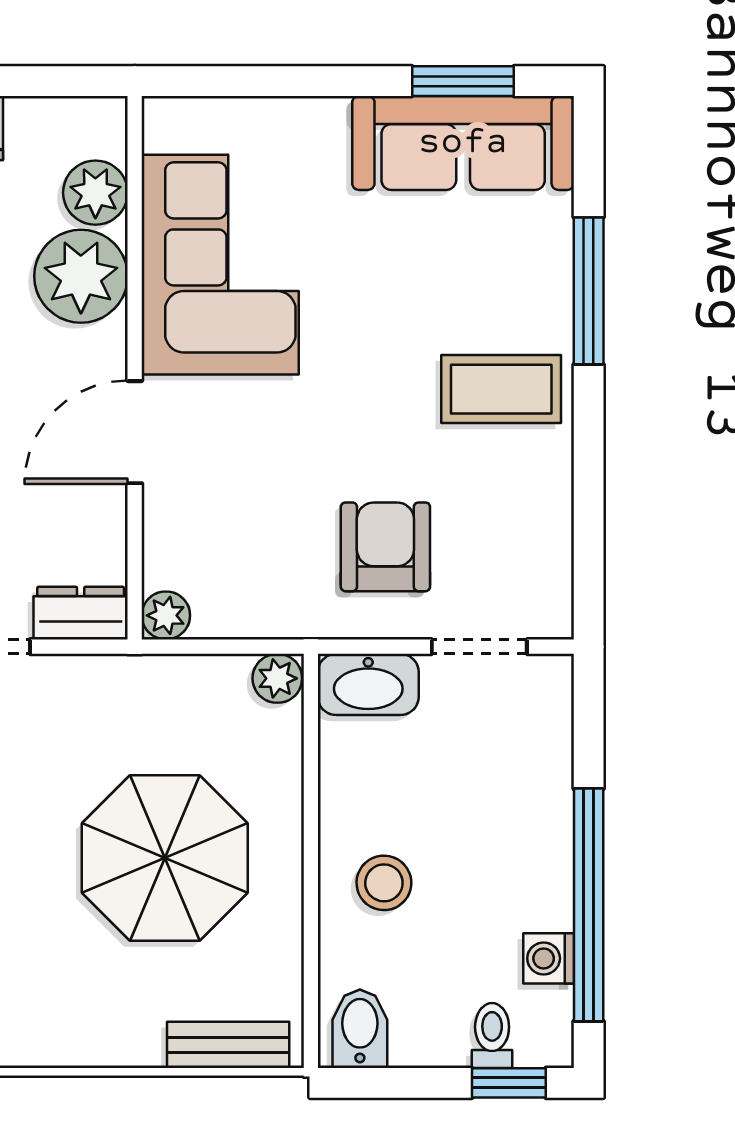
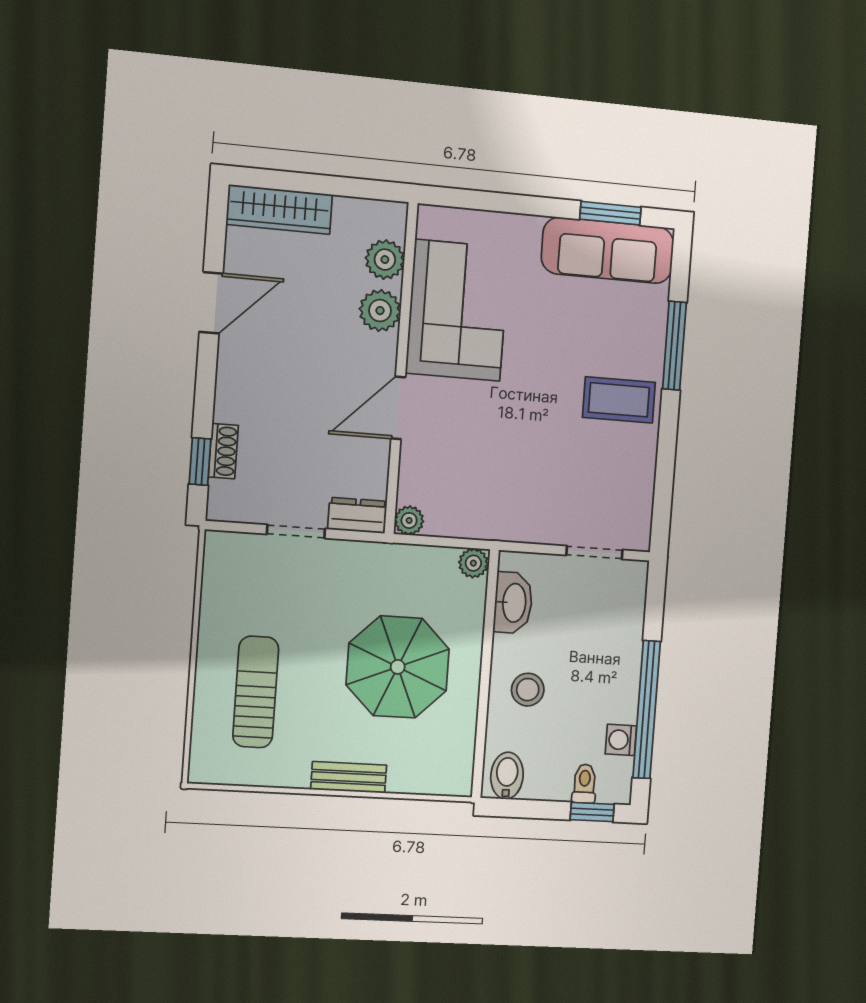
plant: (81, 276) -> (380, 311), width x0.73, depth x0.73
armchair: (385, 547) -> (544, 489), removed
washbasin: (368, 684) -> (513, 603), moved, turned -90
bench: (228, 1045) -> (349, 777), moved

